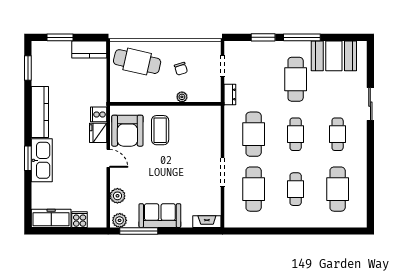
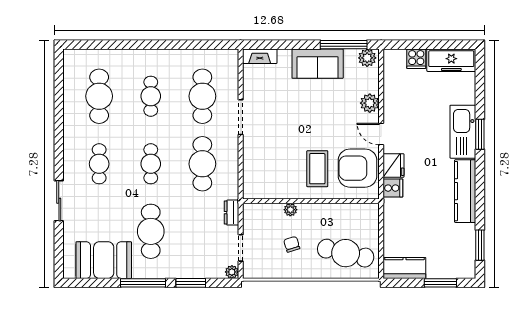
plant: (230, 46) -> (232, 272), added
armchair: (127, 131) -> (358, 168), turned -90
plant: (117, 196) -> (370, 103), moved

